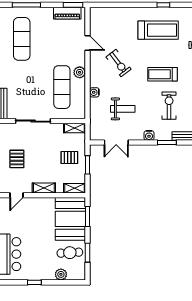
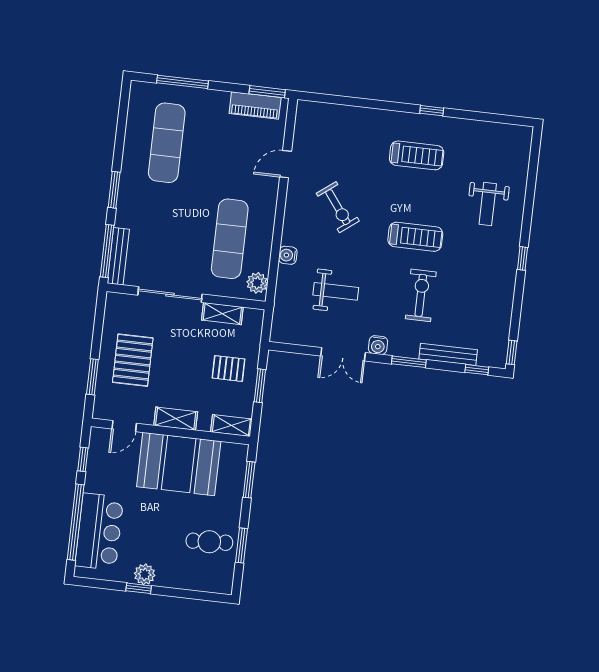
treadmill: (158, 30) -> (417, 155), width x0.73, depth x0.73
door: (87, 43) -> (286, 164), swing flipped
plant: (80, 72) -> (257, 283), moved
treadmill: (162, 74) -> (415, 237), turned 180
shelving: (74, 128) -> (222, 314), moved
double door: (116, 143) -> (343, 354), moved
pallet: (17, 159) -> (133, 360), width x1.50, depth x1.42
booth: (70, 219) -> (179, 464), moved, turned 90
plant: (61, 274) -> (145, 574), moved

